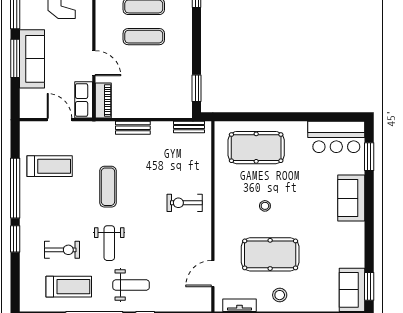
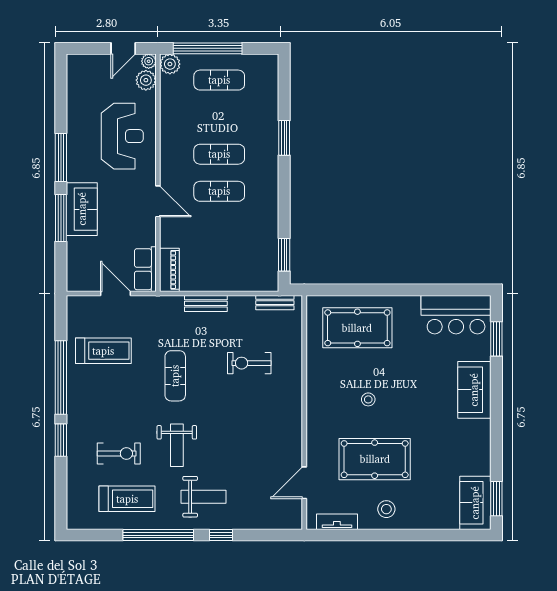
sofa: (32, 59) -> (82, 209), width x0.73
door: (94, 63) -> (158, 201), moved
exercise bike: (185, 203) -> (249, 363), moved

